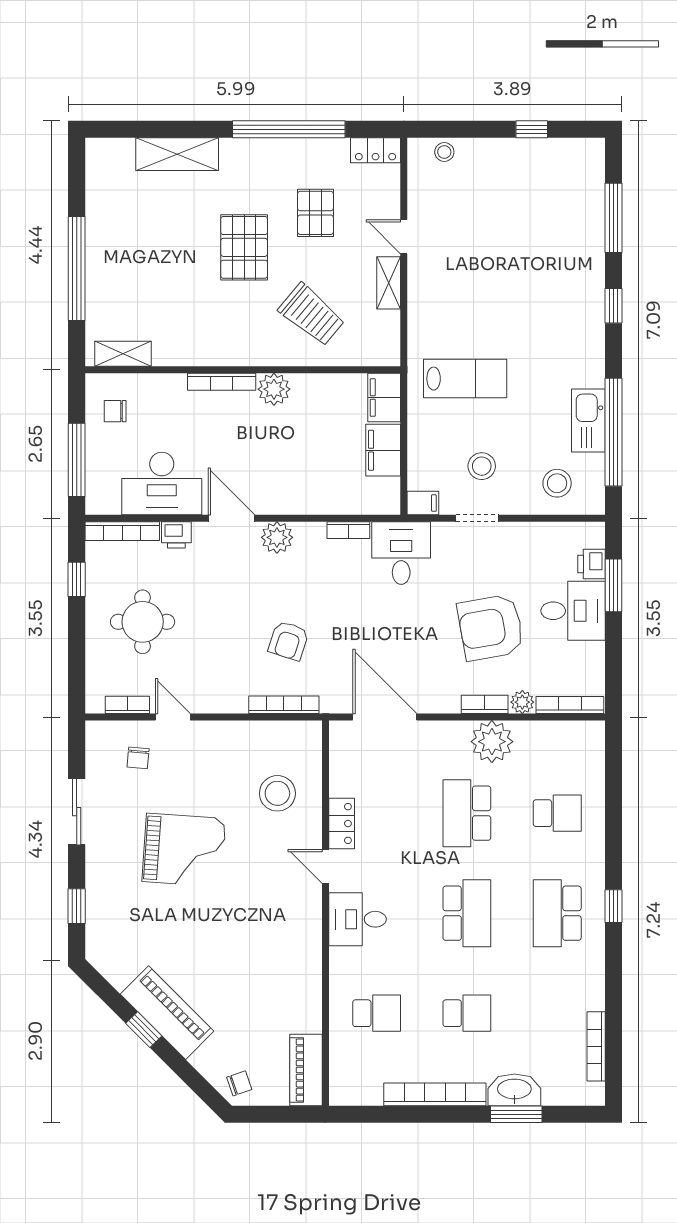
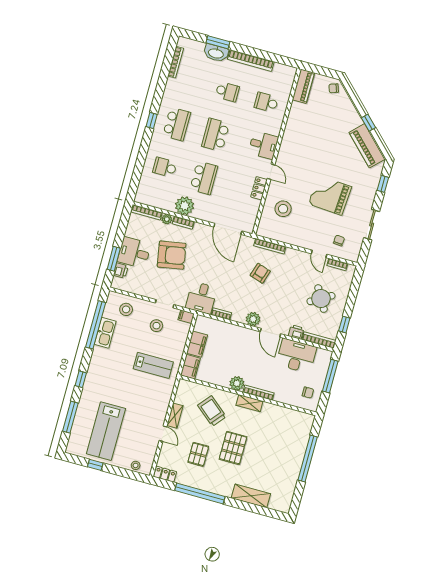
lab bench: (528, 208) -> (106, 431), added
shelving: (123, 354) -> (249, 403), moved
lab bench: (465, 379) -> (153, 365), turned 180
round table: (143, 622) -> (321, 299), turned -30
piano: (167, 1013) -> (367, 146), moved
school desk: (467, 1013) -> (227, 92), turned 180

